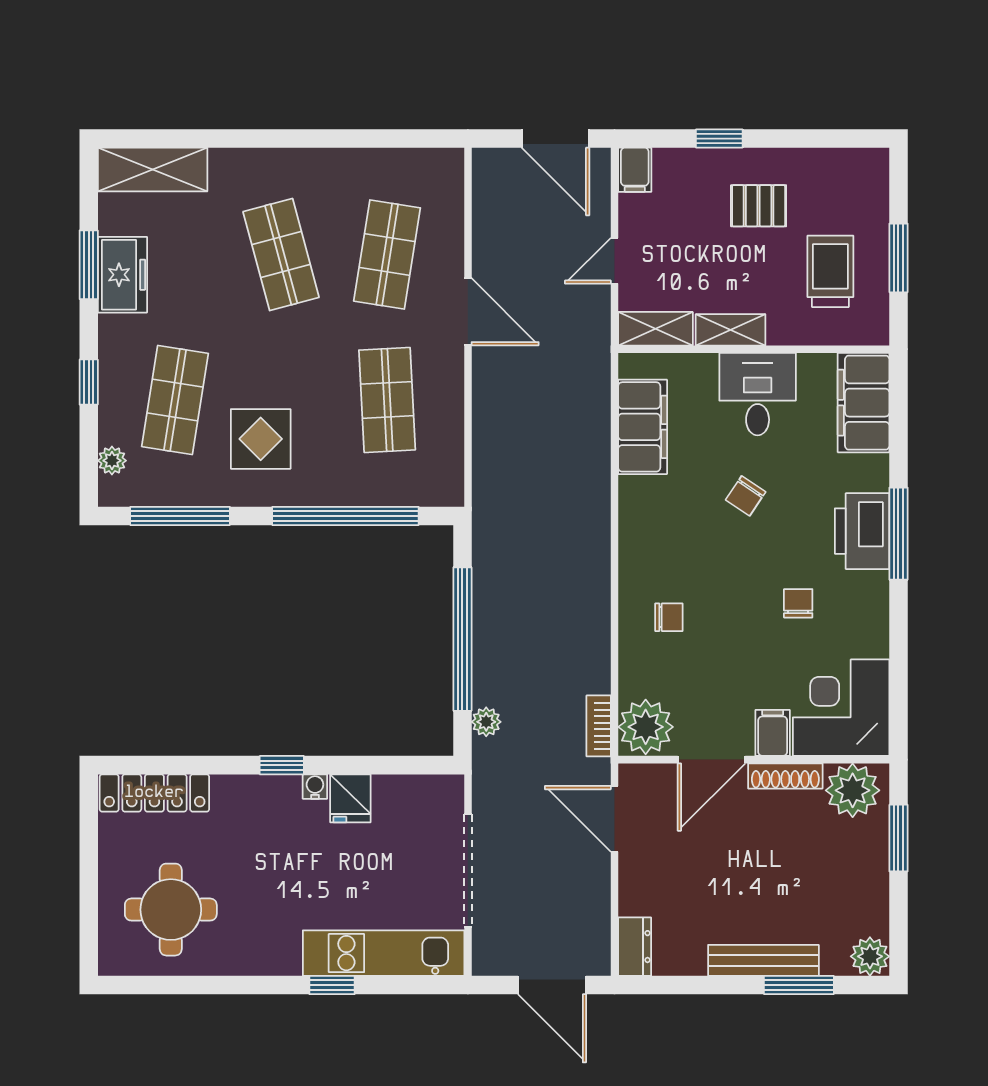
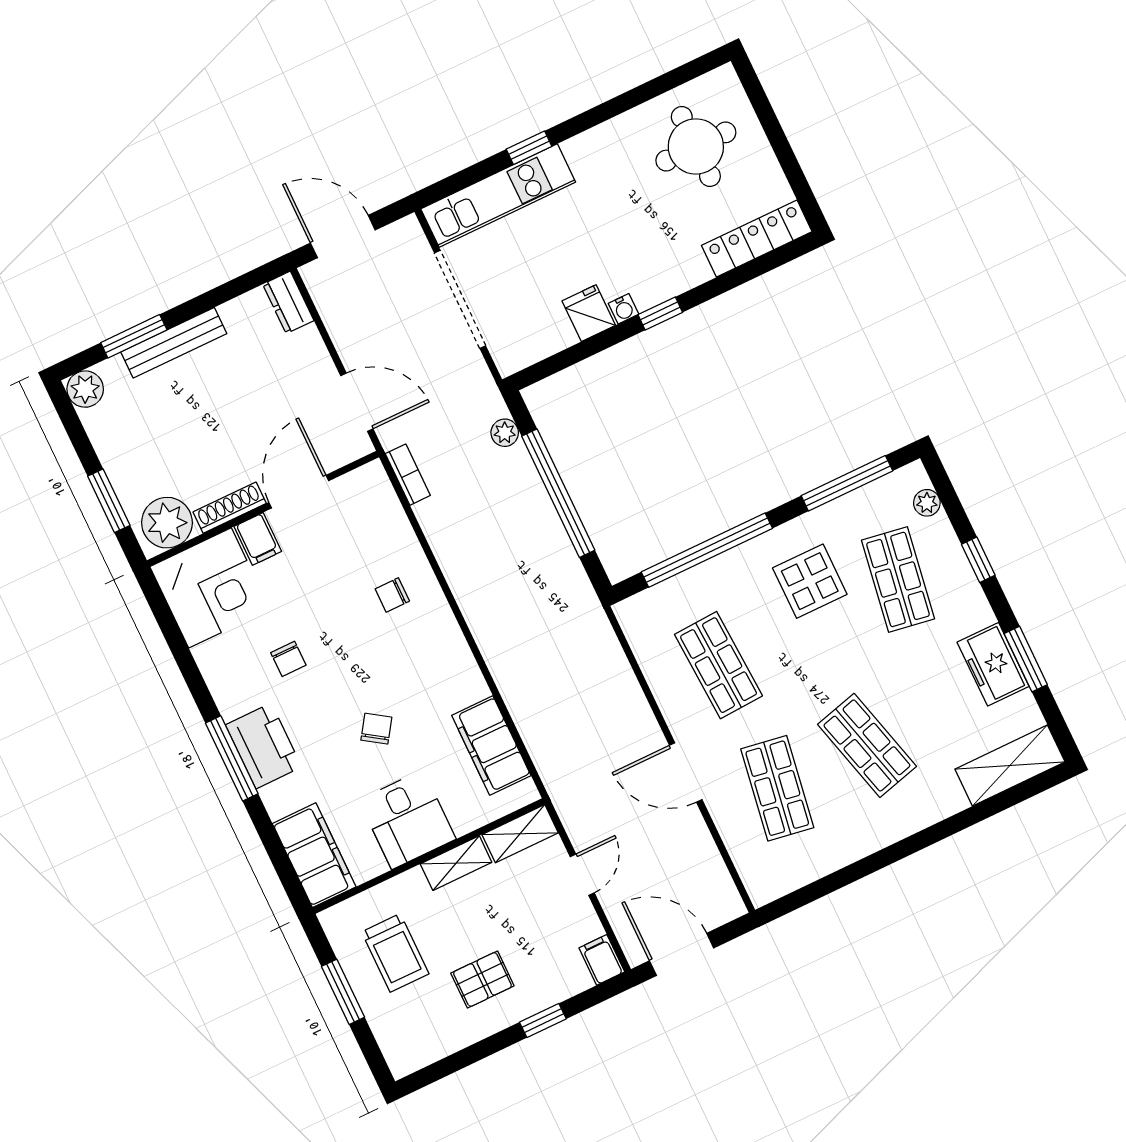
plant: (646, 727) -> (368, 493), removed

